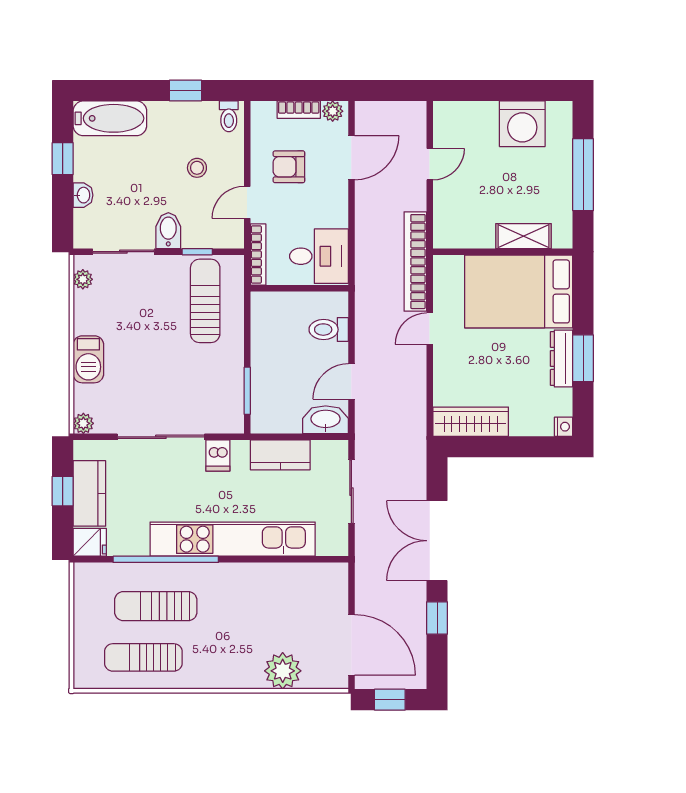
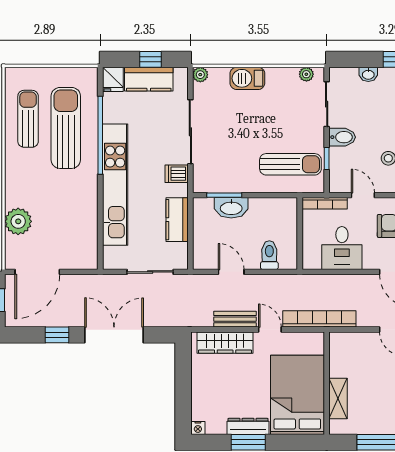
desk: (319, 256) -> (342, 248), moved
bench: (416, 376) -> (235, 319), added
washbasin: (326, 420) -> (231, 208), moved, turned 90
wardrobe: (471, 422) -> (225, 343), moved, turned 90
sun lounger: (156, 606) -> (66, 128), width x1.36, depth x1.34

